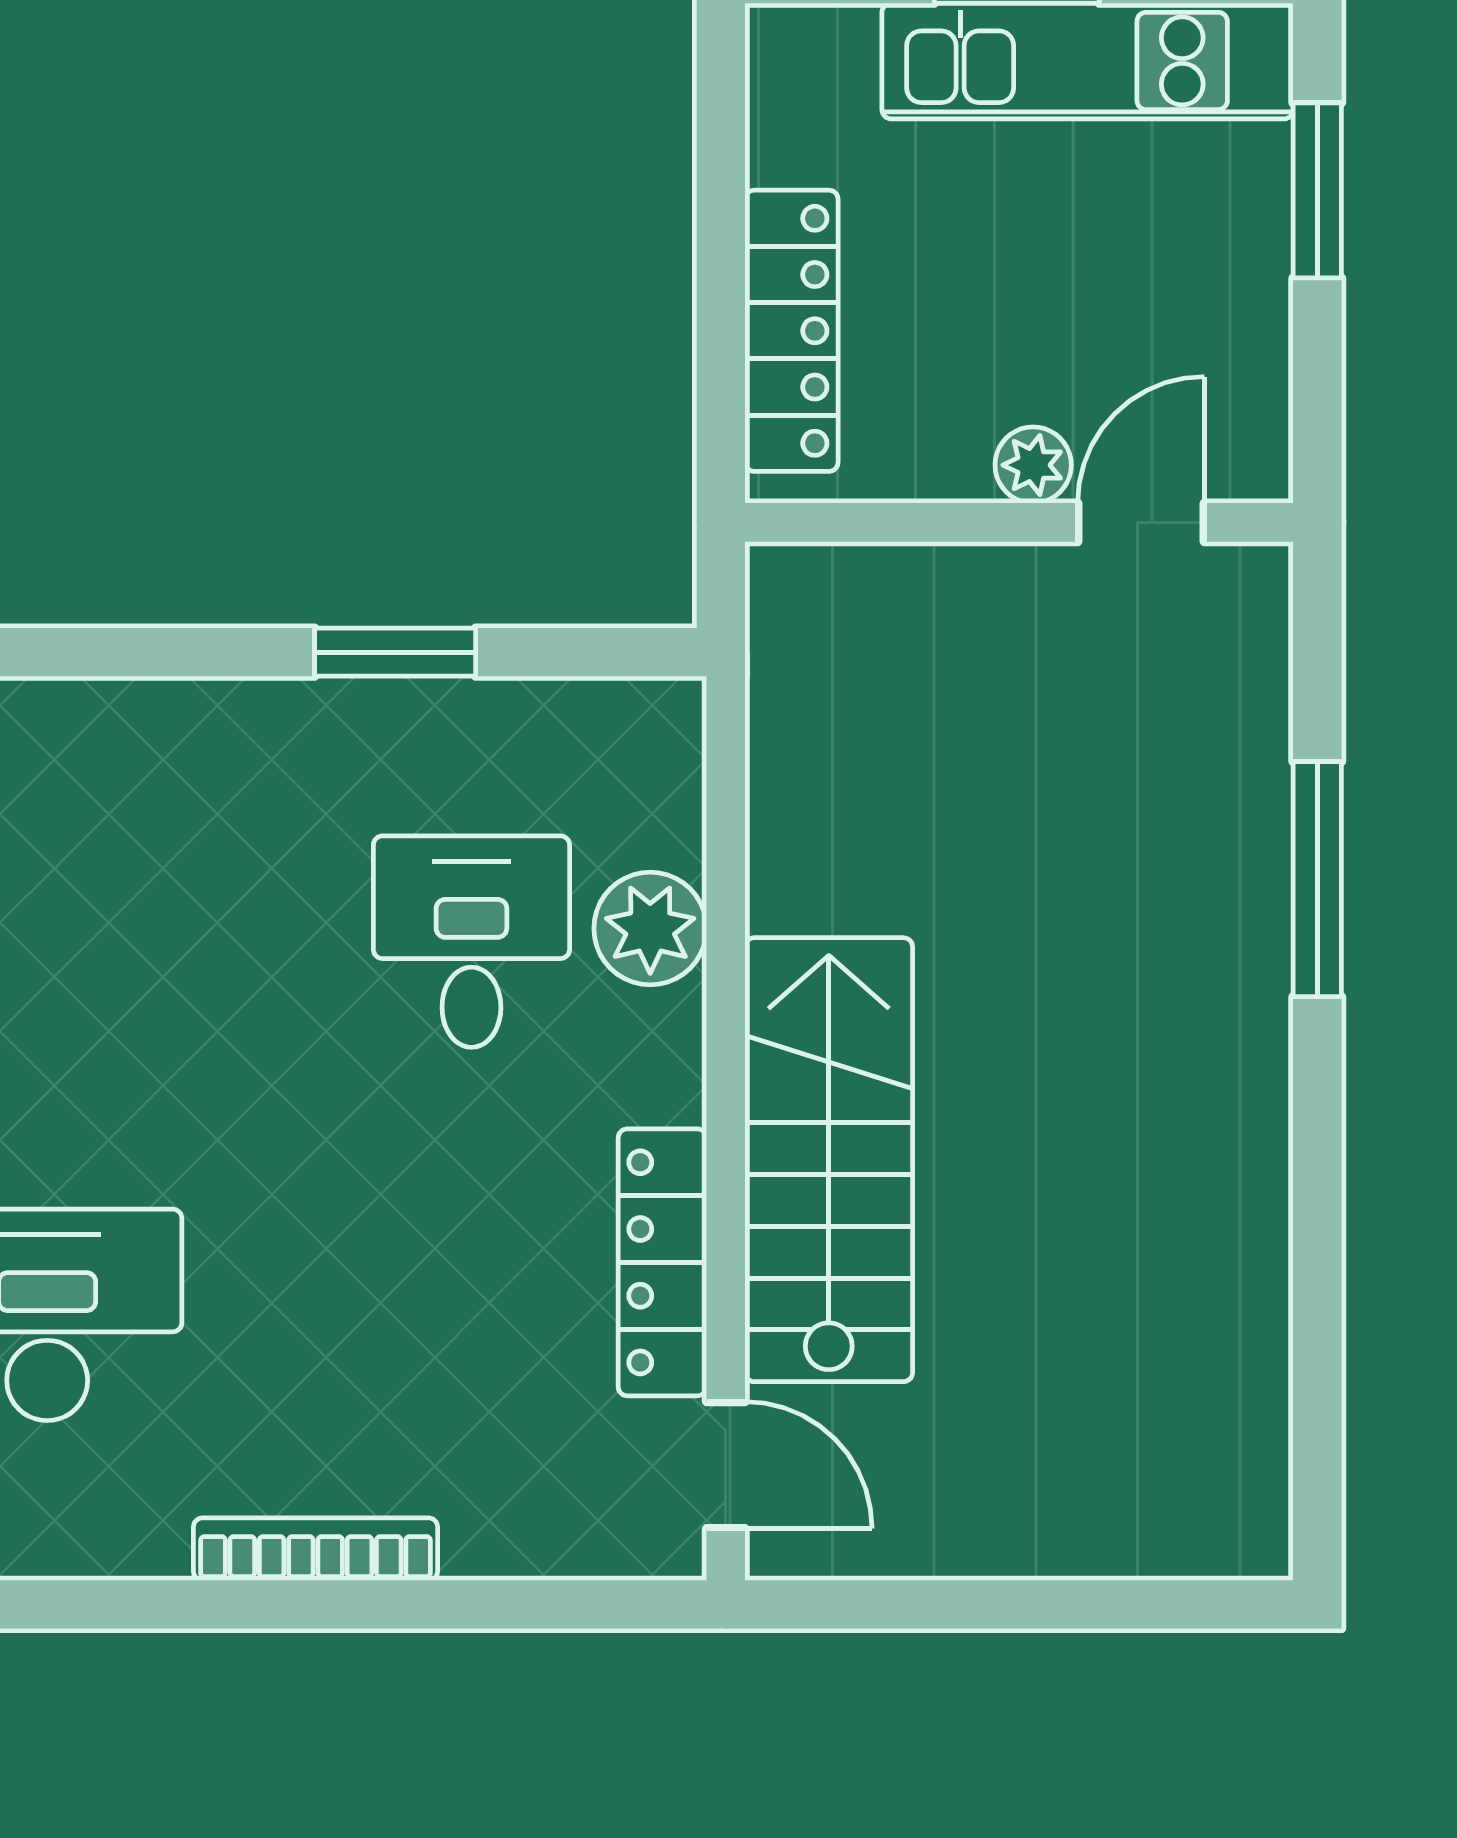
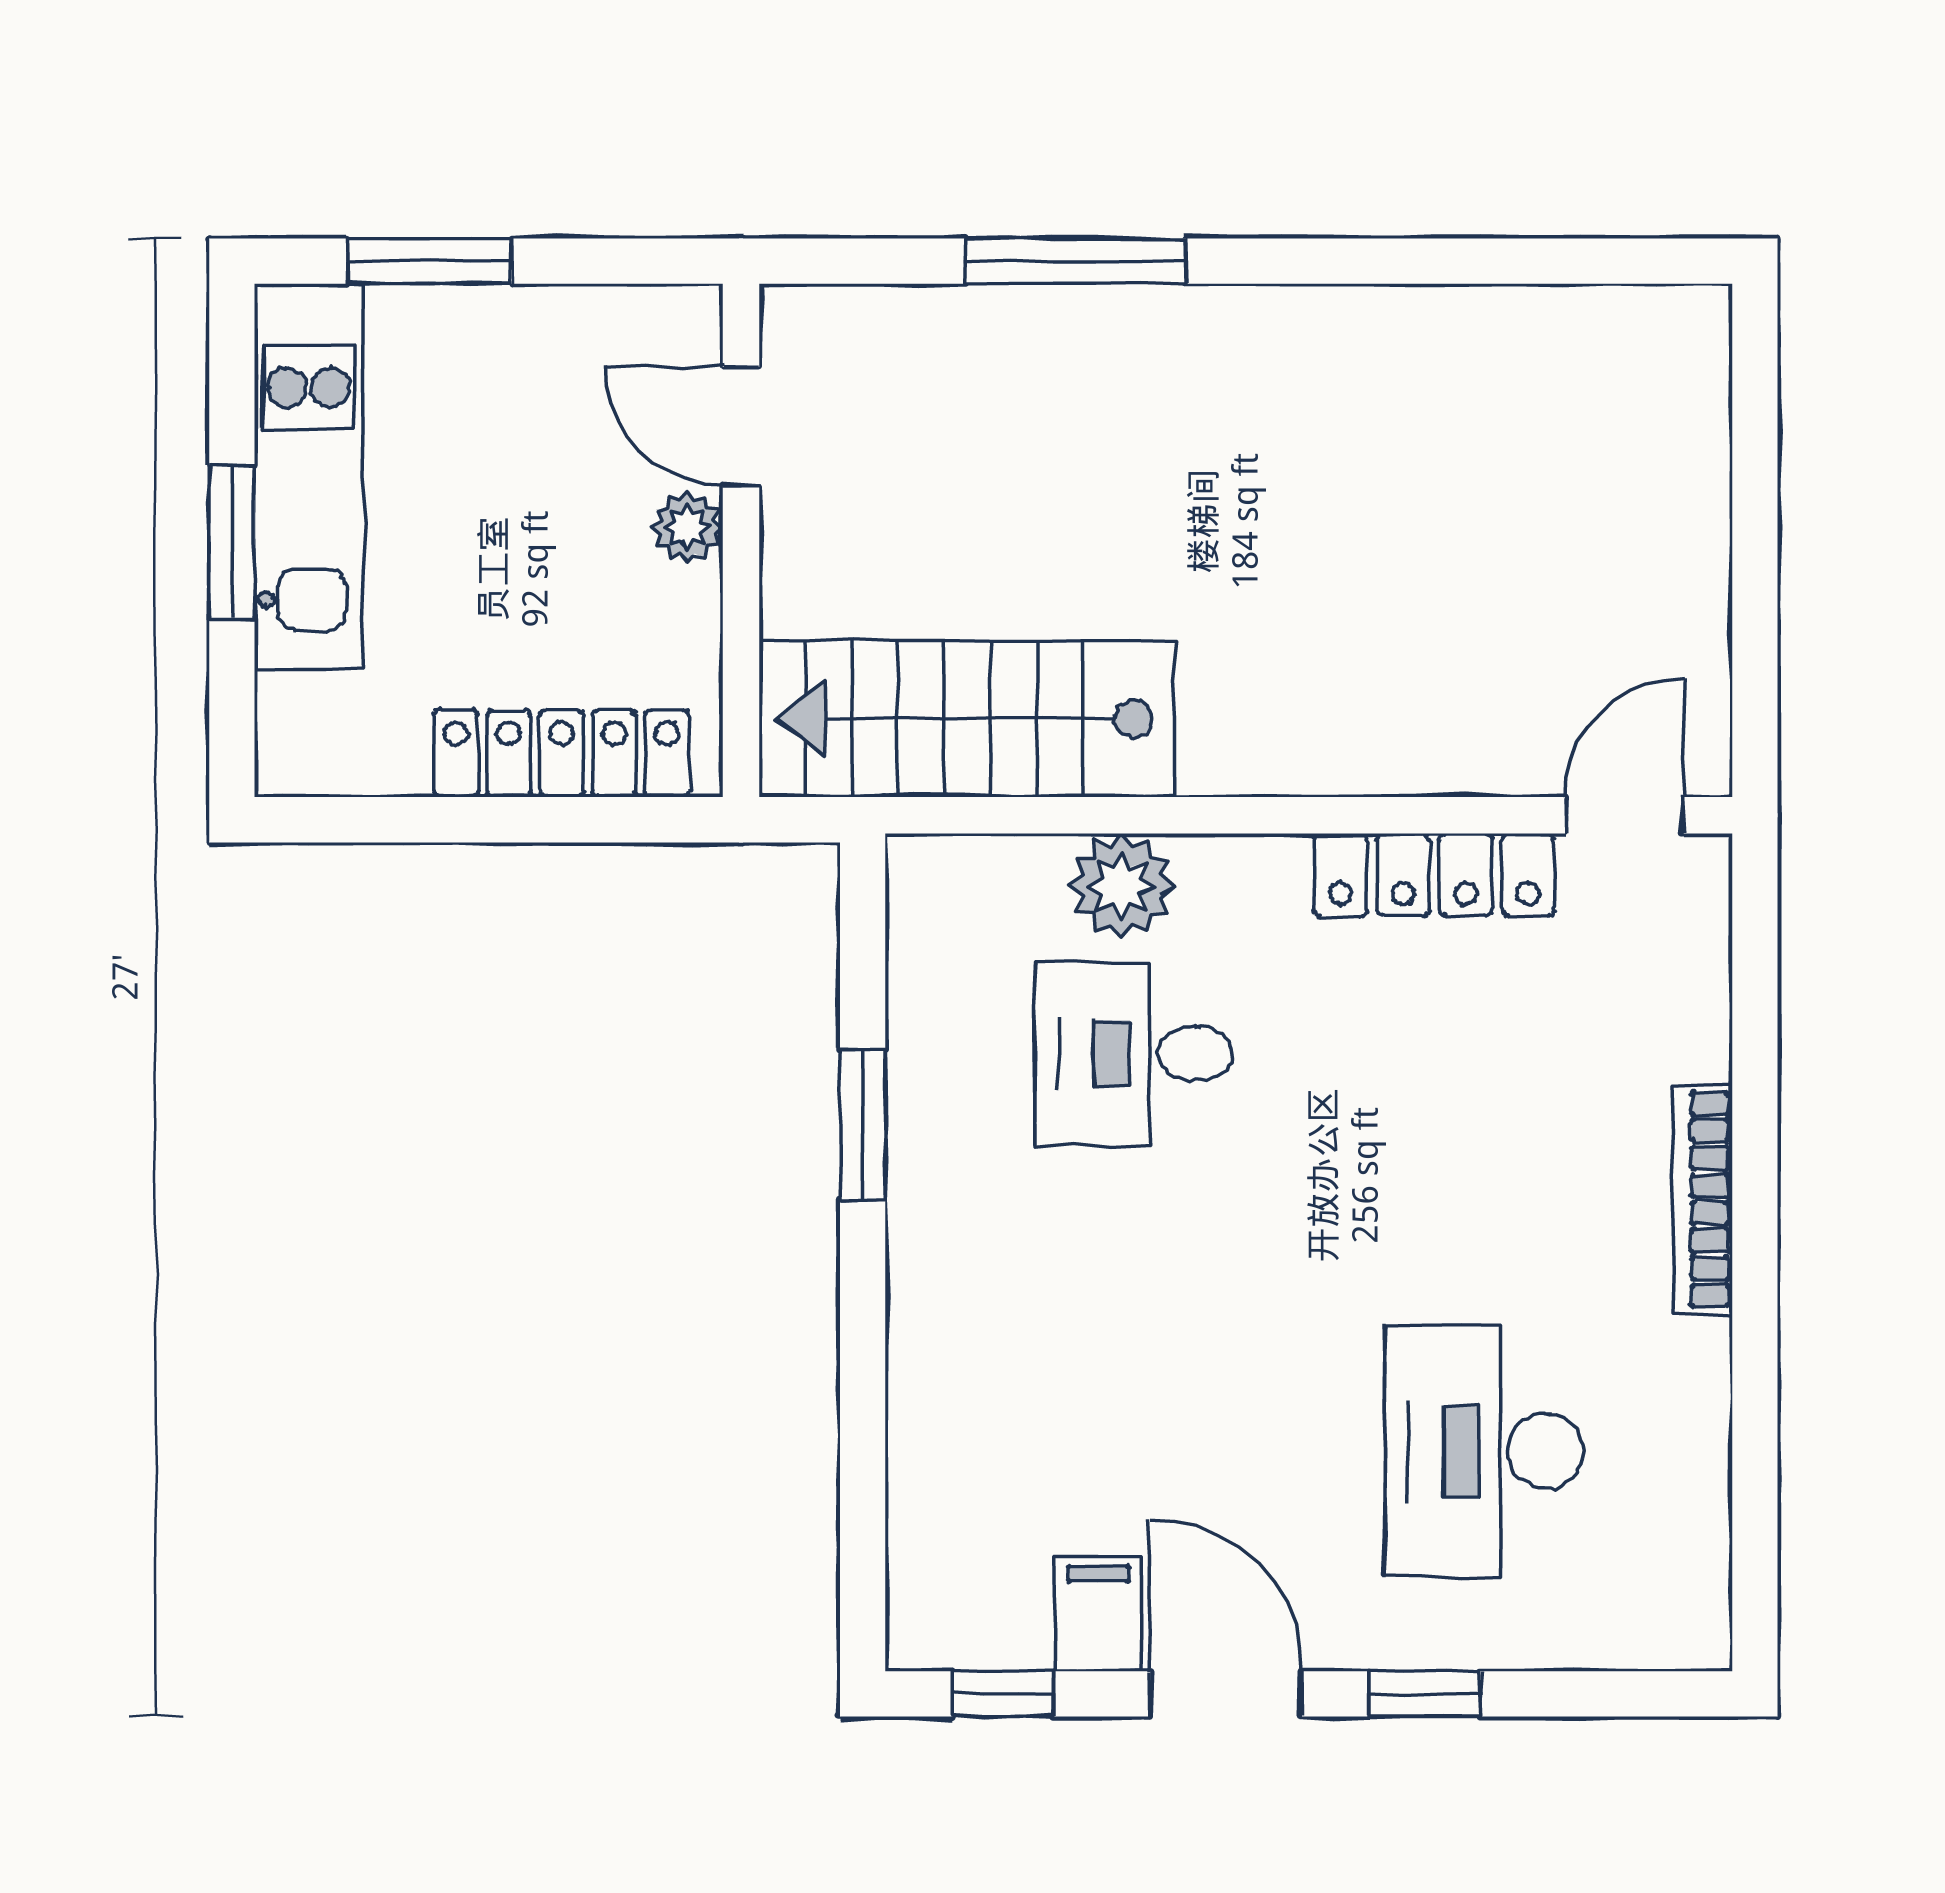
stairs: (829, 1160) -> (967, 719), moved

